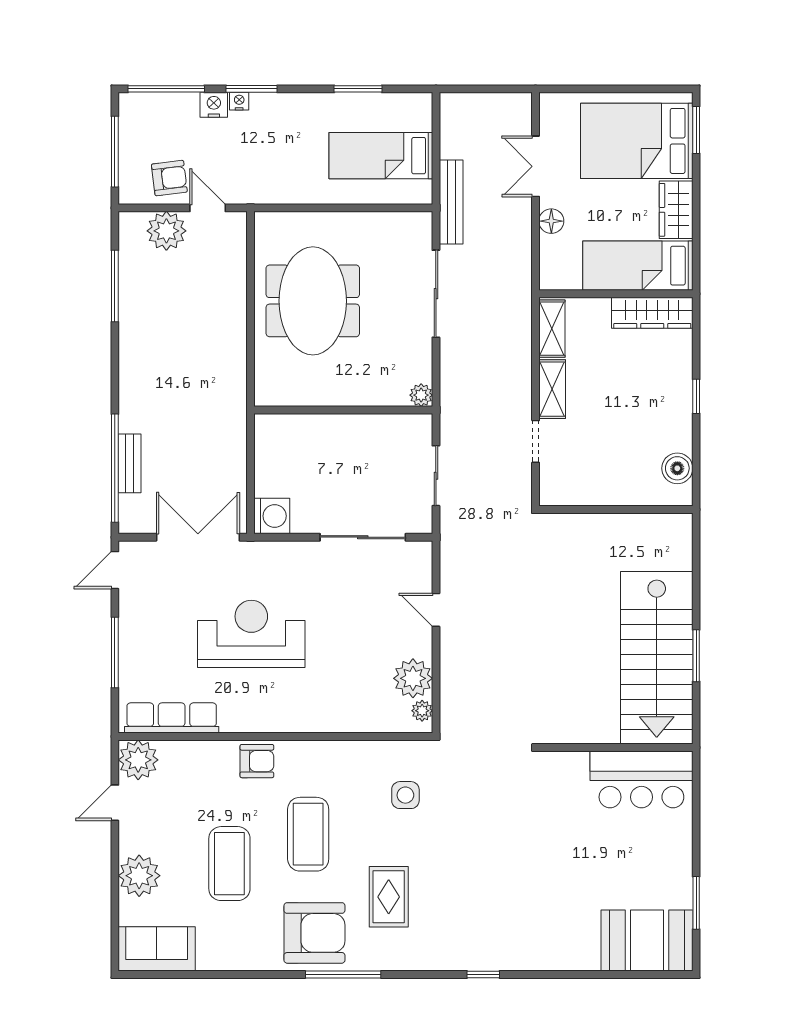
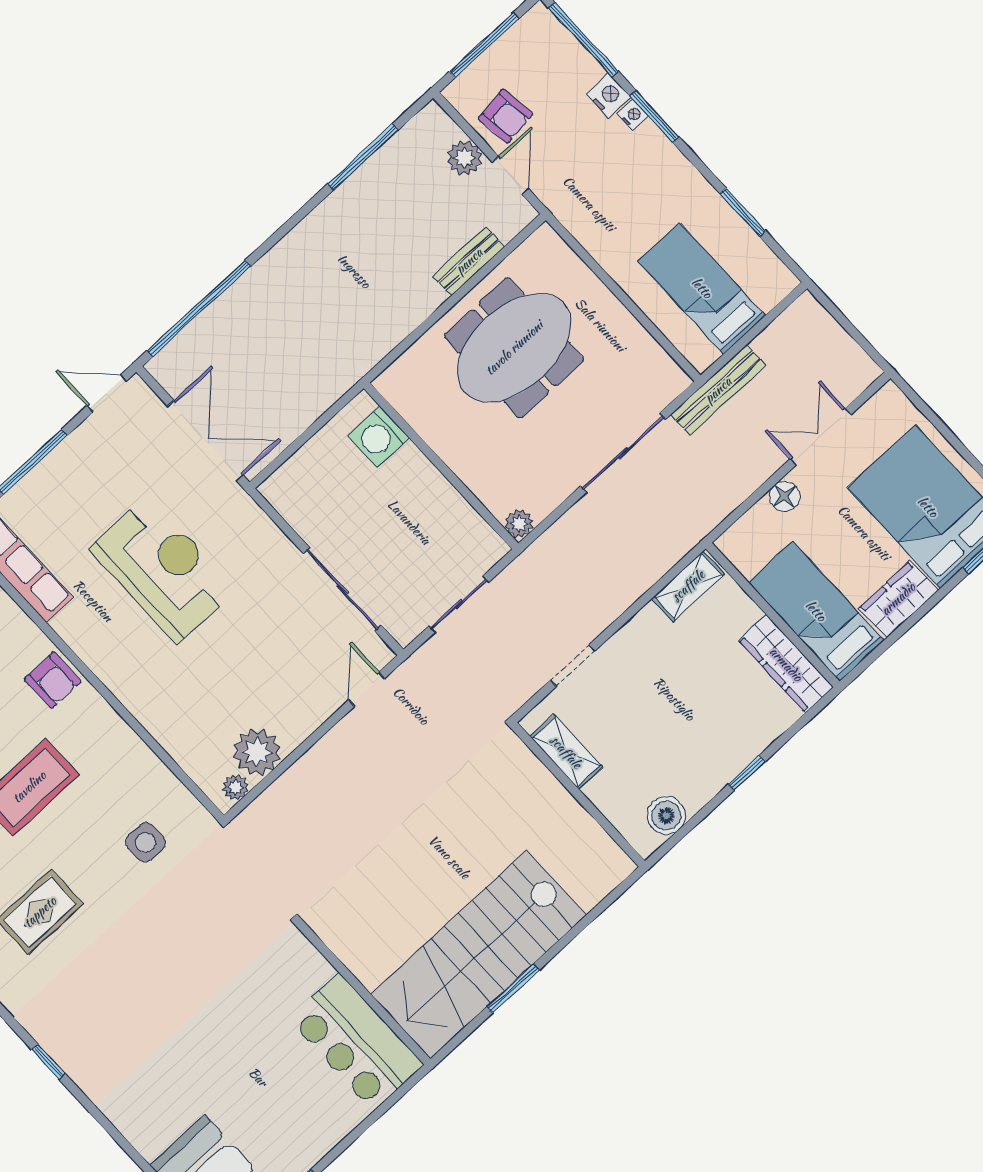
plant: (166, 231) -> (465, 158), width x0.73, depth x0.73
shelving: (552, 389) -> (566, 752), moved, turned 90
bench: (130, 463) -> (469, 261), moved
washing machine: (272, 516) -> (379, 437), moved, turned 90
door: (436, 610) -> (367, 689), moved

